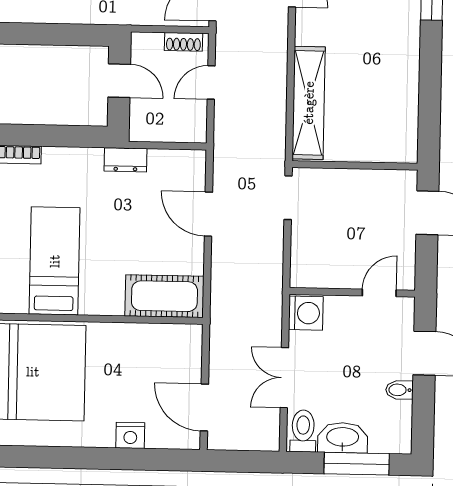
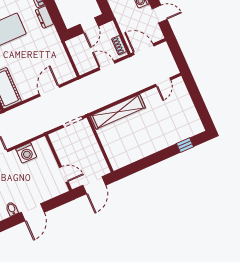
dresser: (126, 160) -> (44, 17), moved
wall: (352, 292) -> (58, 163), moved
door: (379, 293) -> (64, 174), moved

